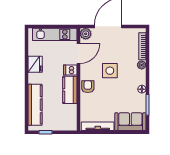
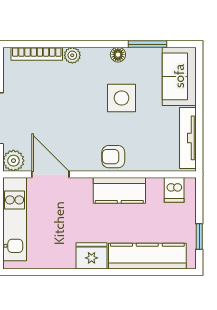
fridge: (35, 64) -> (92, 256), moved
dishwasher: (70, 70) -> (174, 190), moved
side table: (110, 71) -> (122, 98), moved

